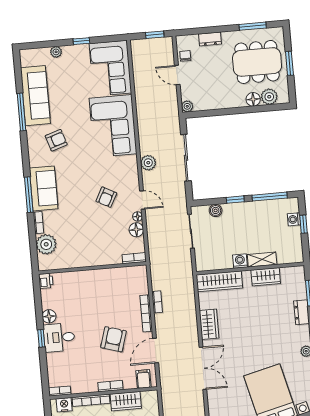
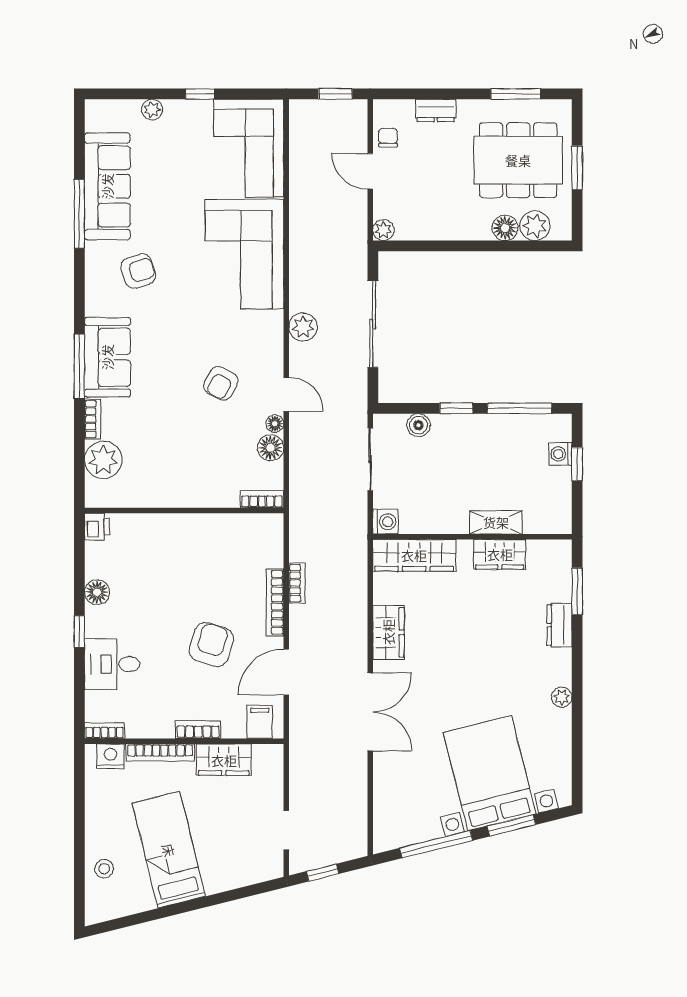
washing machine: (240, 261) -> (385, 522), moved, turned 90
desk: (59, 337) -> (112, 664), moved

